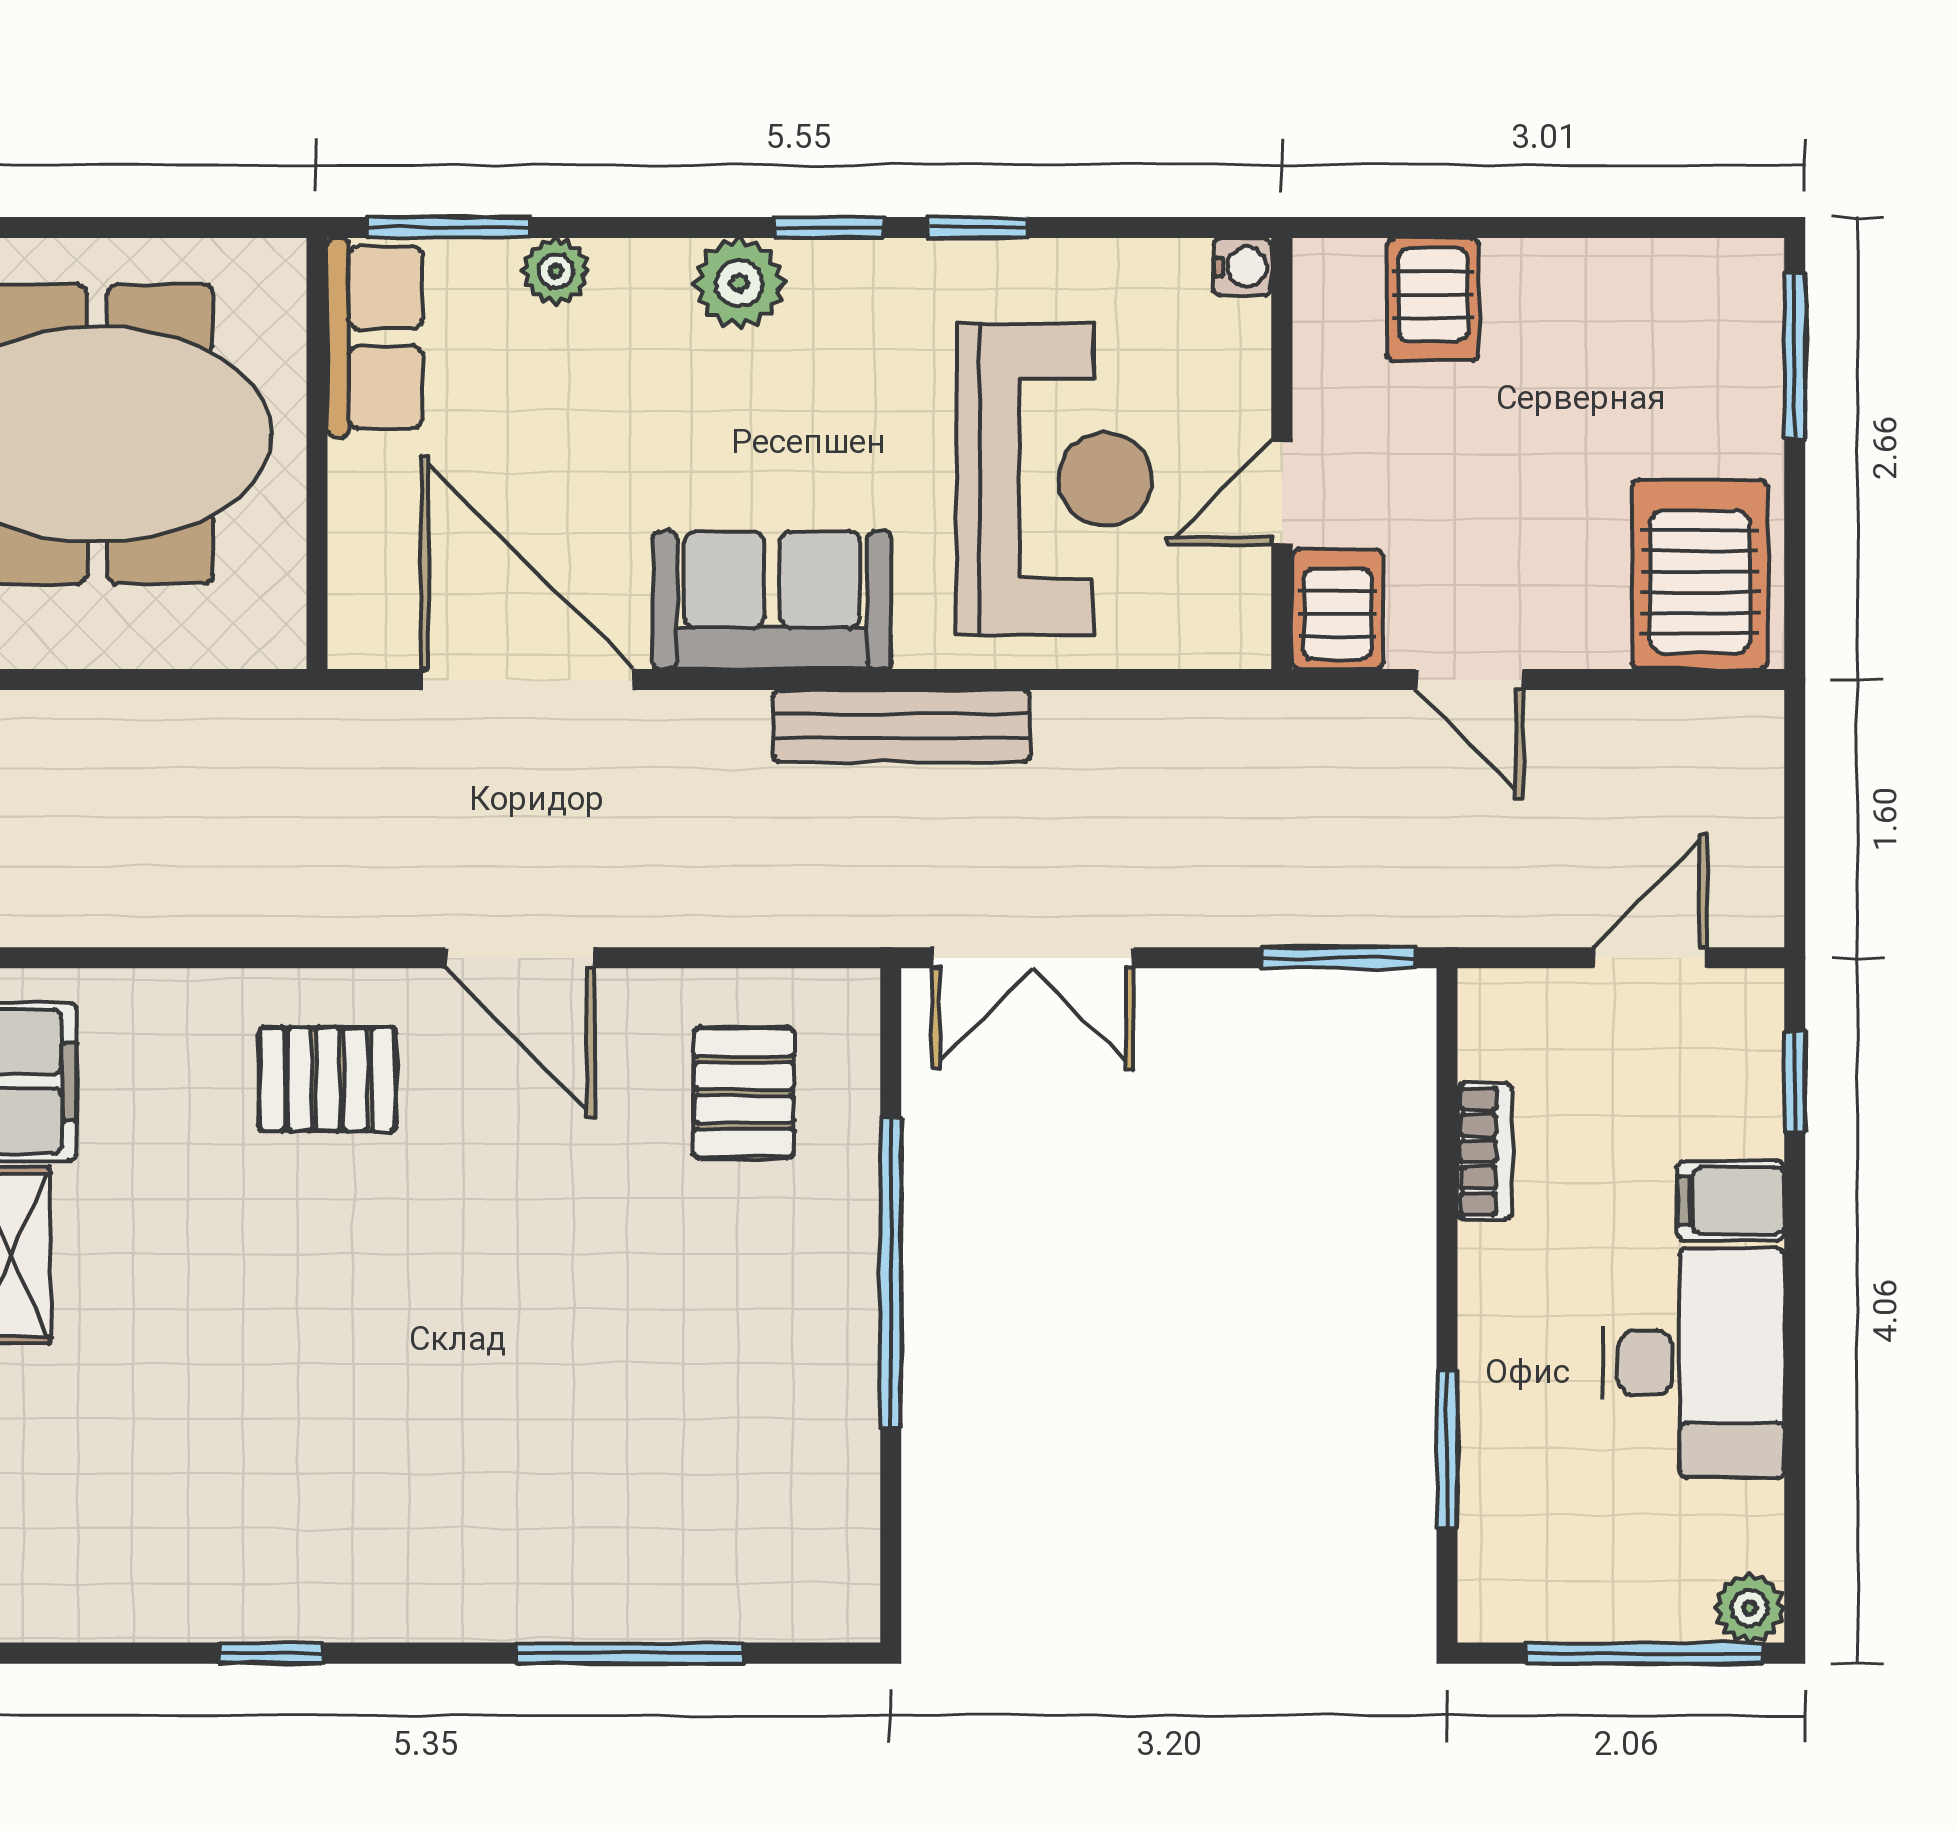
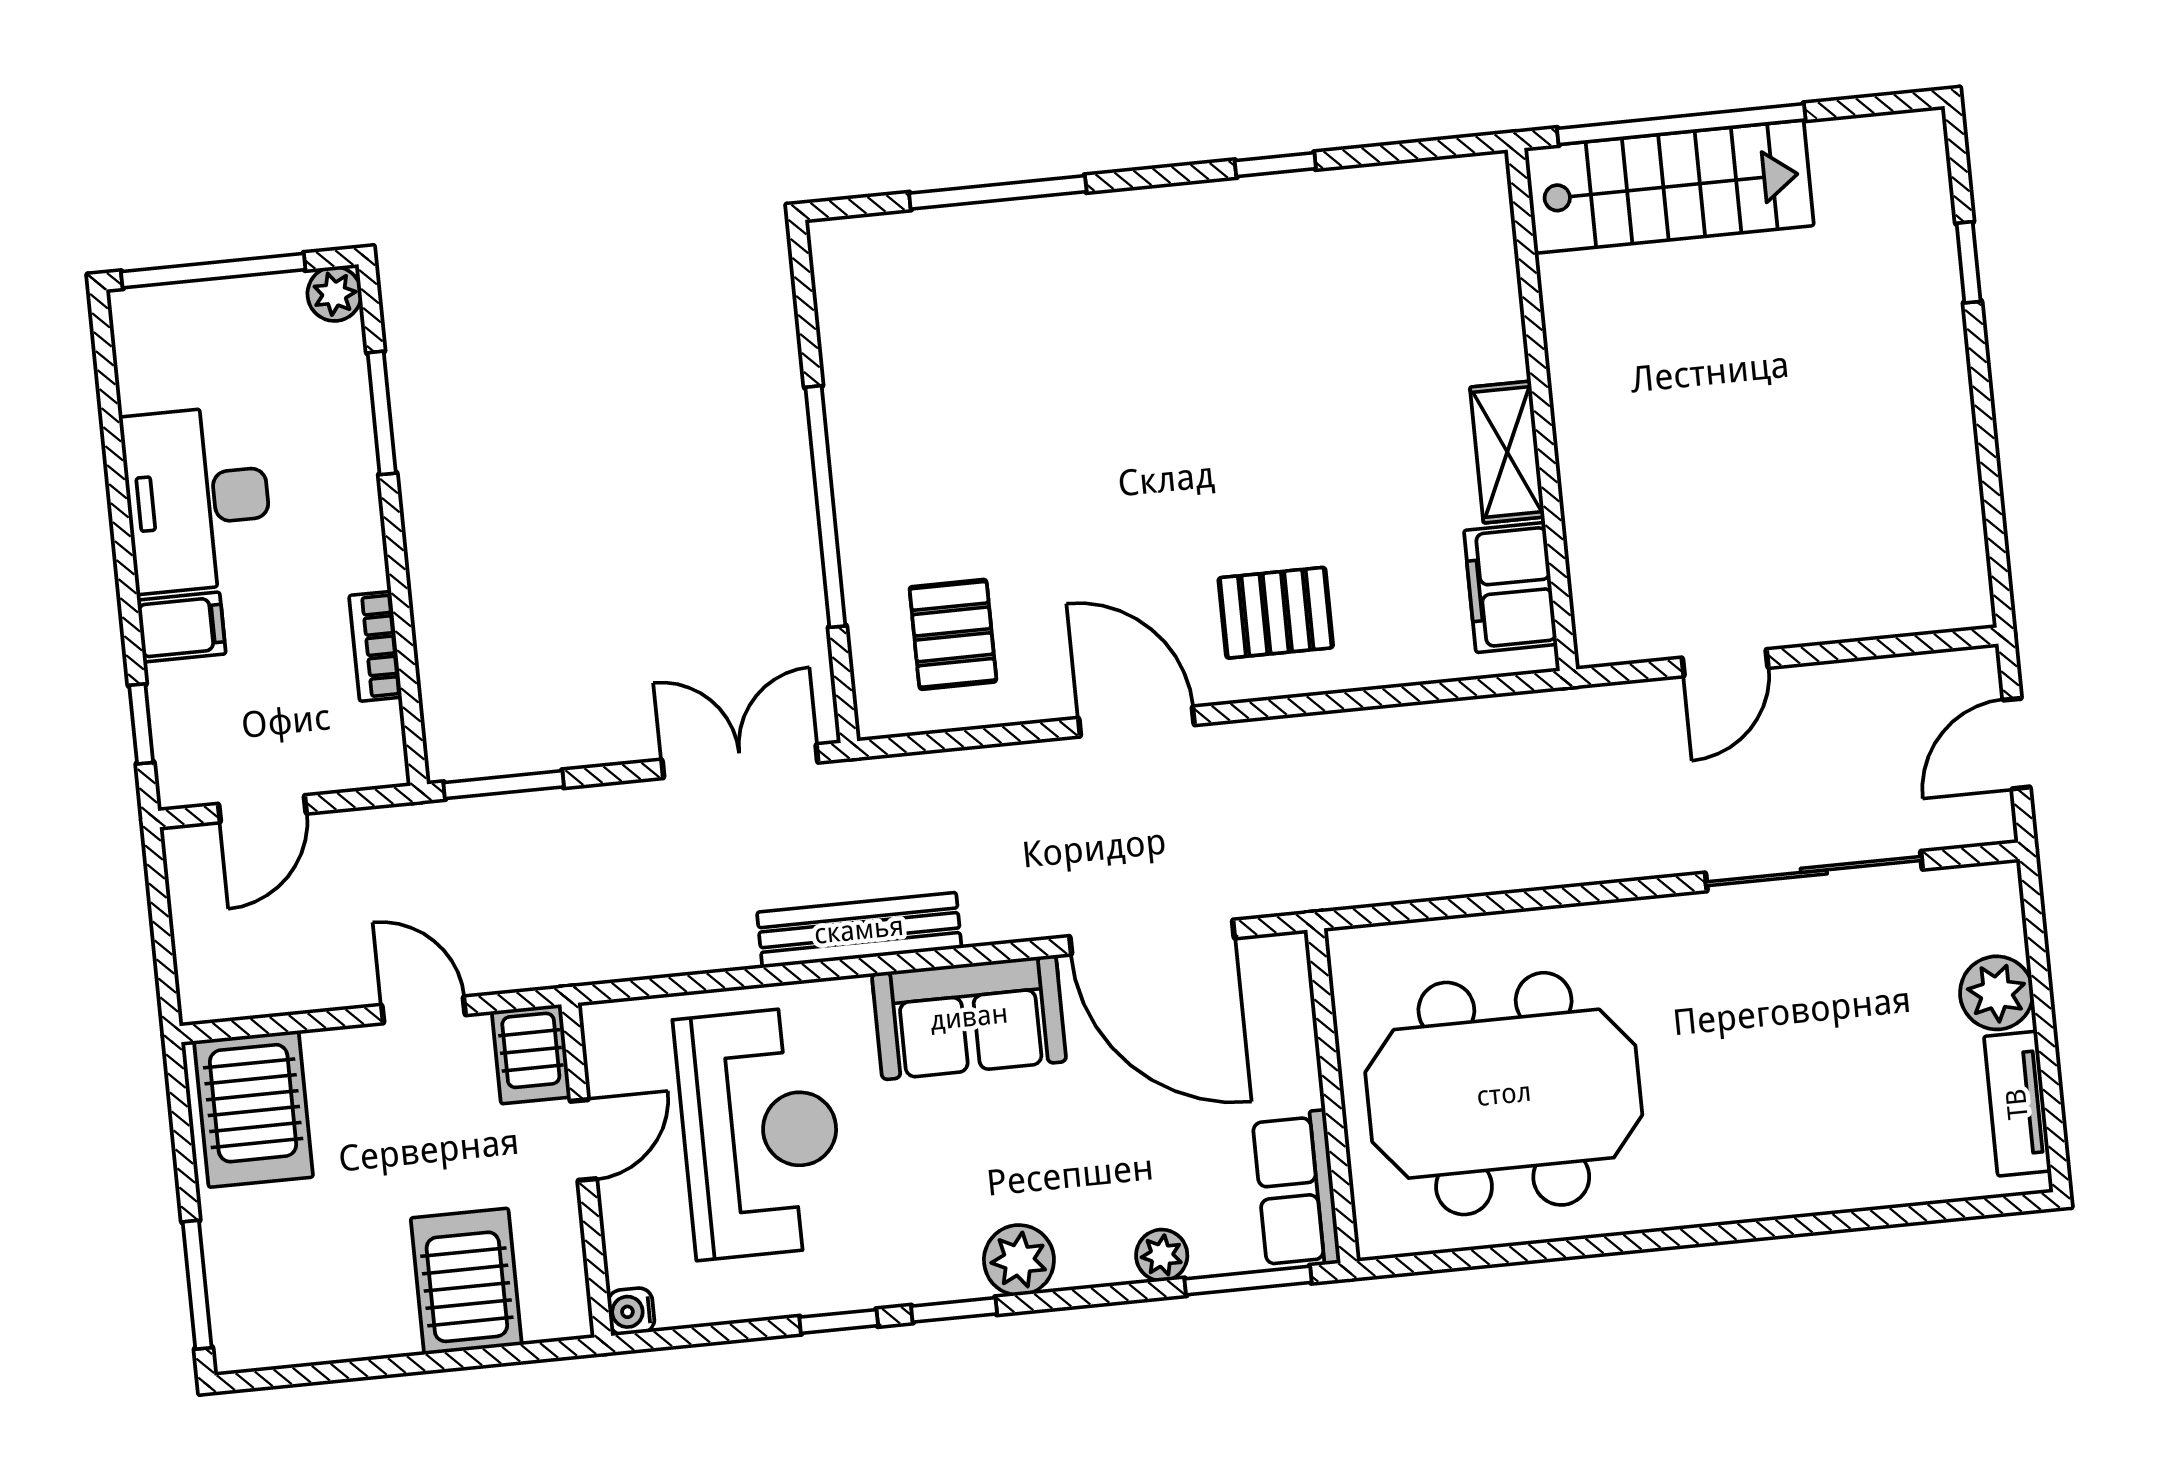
server rack: (1433, 299) -> (466, 1281), width x1.36, depth x1.44
reception desk: (1054, 479) -> (760, 1133), turned 180
plant: (1750, 1608) -> (334, 294), moved

